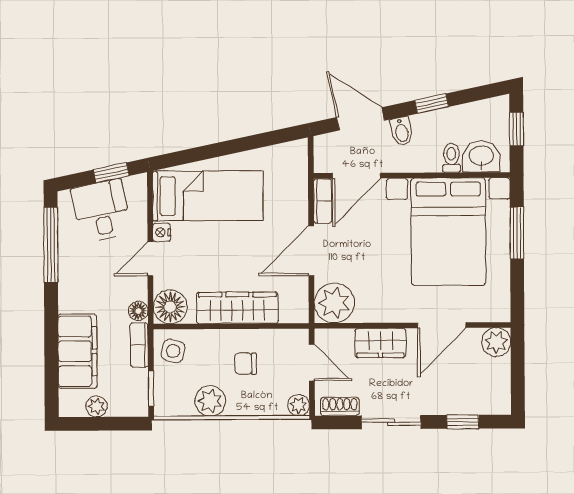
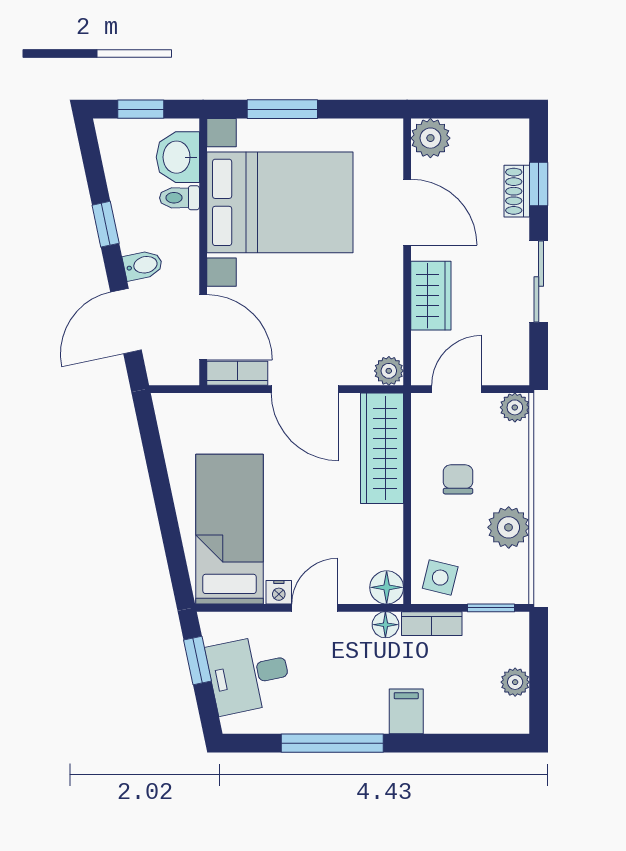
window: (51, 245) -> (332, 743), moved
door: (150, 259) -> (315, 608), swing flipped
plant: (334, 303) -> (389, 371), width x0.53, depth x0.53
floor lamp: (170, 307) -> (387, 587), width x0.73, depth x0.73
wardrobe: (237, 308) -> (382, 448), moved
filing cabinet: (77, 351) -> (406, 711), width x0.33, depth x0.86
chair: (245, 364) -> (458, 479), turned 180
shoe rack: (340, 406) -> (517, 191), moved

